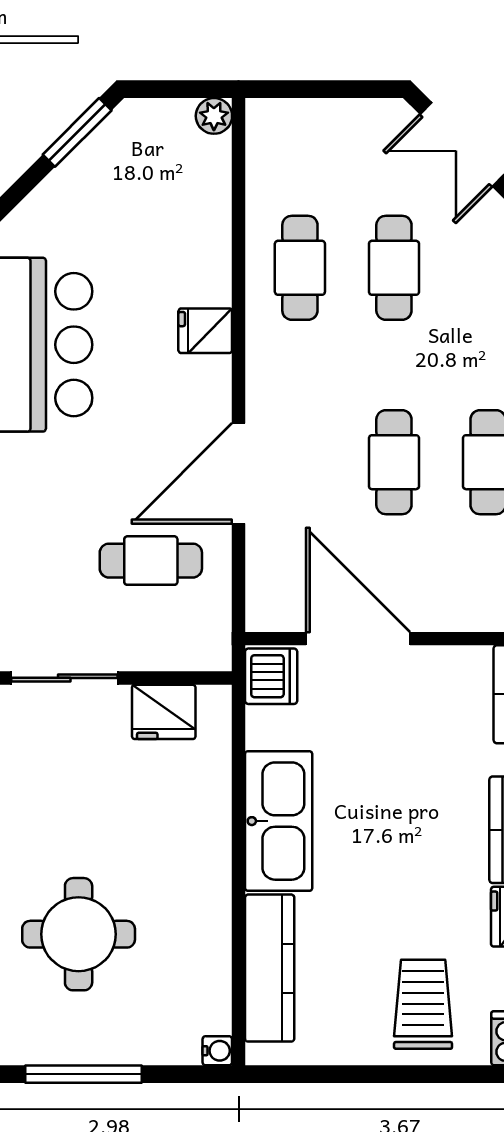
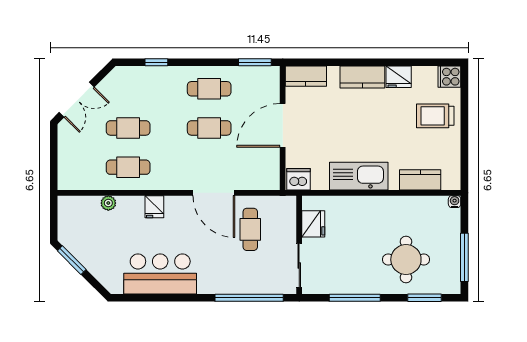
plant: (214, 116) -> (108, 203), moved
door: (358, 639) -> (283, 125), moved
kitchen counter: (270, 968) -> (420, 180), width x0.67

